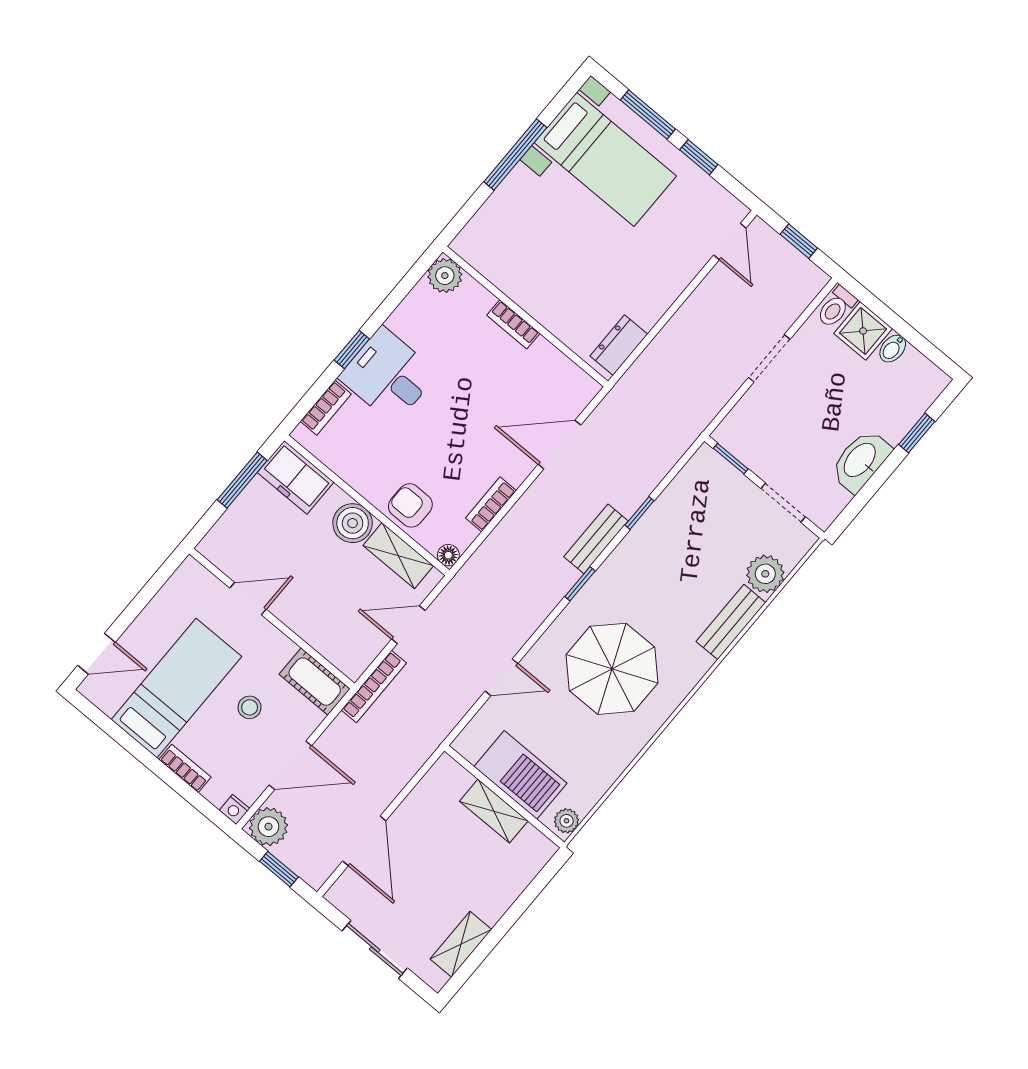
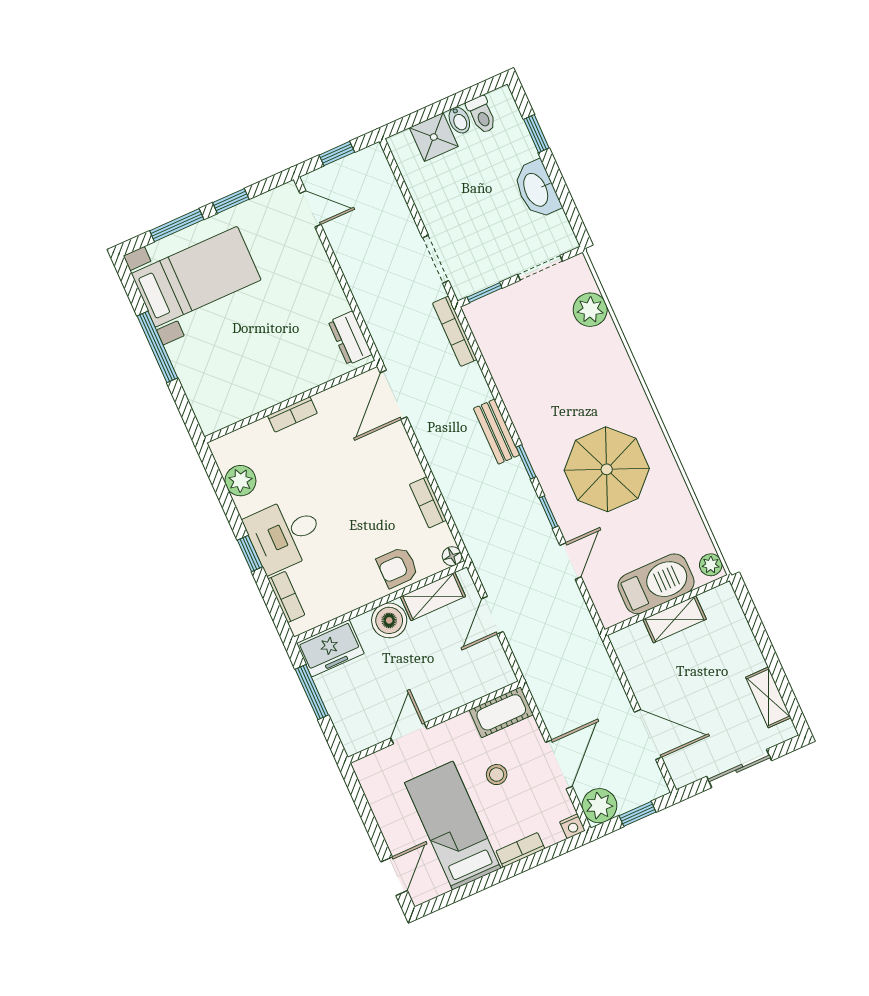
plant: (445, 276) -> (240, 481), moved
toilet: (836, 307) -> (482, 115), moved
doorway: (769, 358) -> (435, 259), moved
door: (559, 445) -> (394, 395), moved
window: (639, 513) -> (549, 512), moved
bench: (731, 622) -> (615, 356), removed
bookcase: (374, 687) -> (455, 331), moved, turned 180

